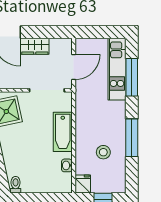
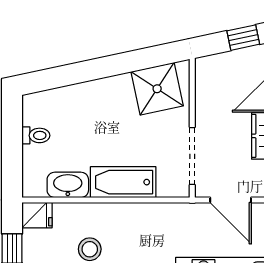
washbasin: (67, 165) -> (68, 185), width x1.91, depth x1.45
toilet: (16, 185) -> (36, 135), moved

